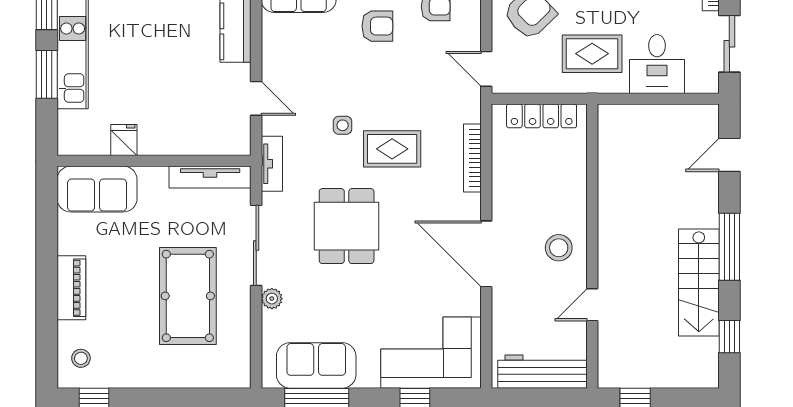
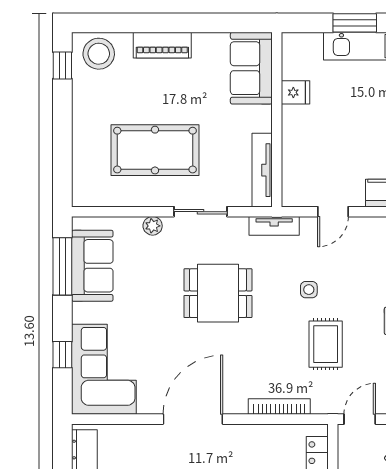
rug: (392, 149) -> (326, 344), moved
sliding door: (256, 245) -> (200, 212), width x0.73
stool: (81, 358) -> (99, 54), width x1.89, depth x1.89

